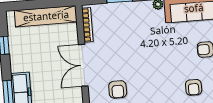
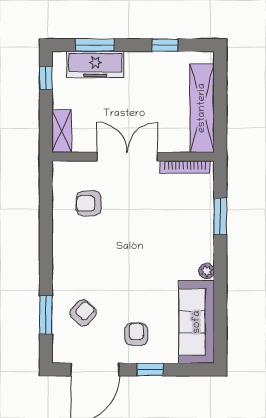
armchair: (194, 87) -> (83, 313), turned 133

